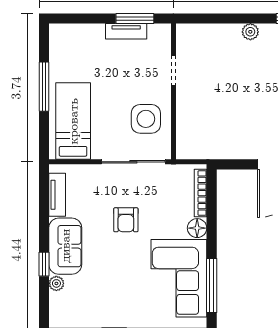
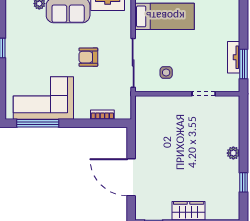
side table: (146, 119) -> (166, 73), width x0.54, depth x0.54
bookcase: (201, 193) -> (102, 115), width x0.64
floor lamp: (197, 228) -> (82, 112), removed

